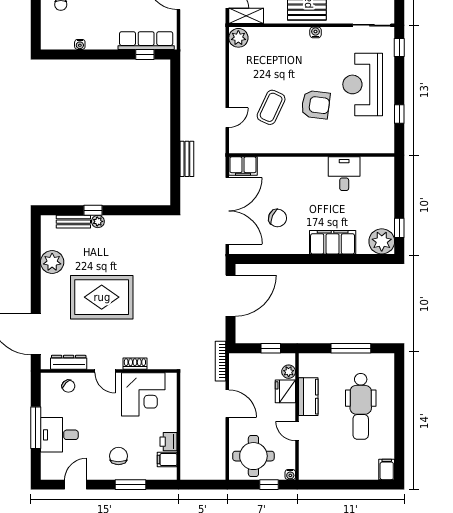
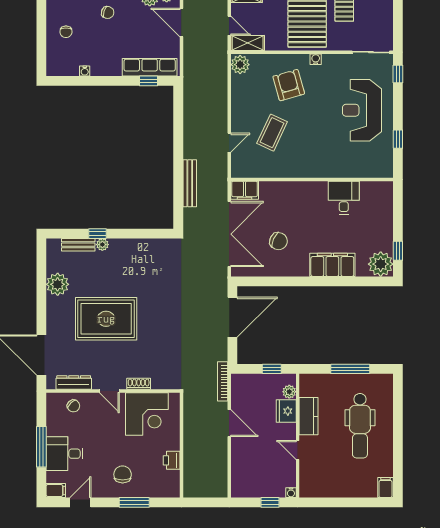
armchair: (316, 105) -> (289, 85), moved, turned -113
bench: (187, 159) -> (190, 183), width x1.36
round table: (253, 456) -> (255, 474), removed
filing cabinet: (167, 460) -> (56, 490), moved, turned 180

